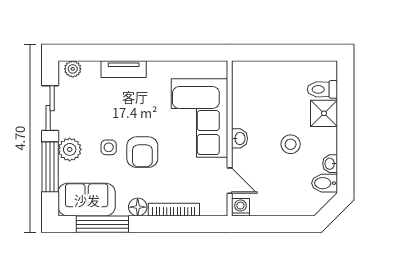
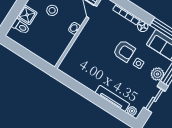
tv unit: (124, 69) -> (112, 98), width x1.41
corner sofa: (200, 118) -> (87, 50), removed
armchair: (142, 152) -> (124, 51), turned 90

